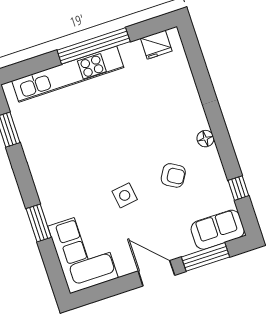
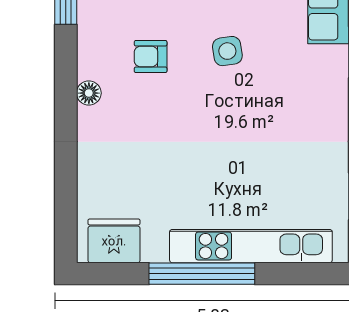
fridge: (156, 45) -> (114, 241), width x1.36, depth x1.34
armchair: (173, 175) -> (151, 57), turned -31

